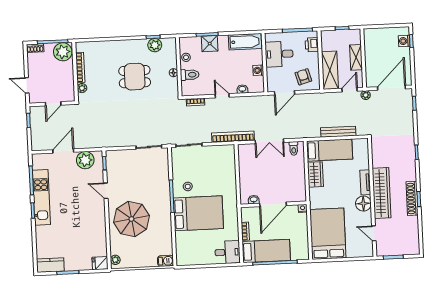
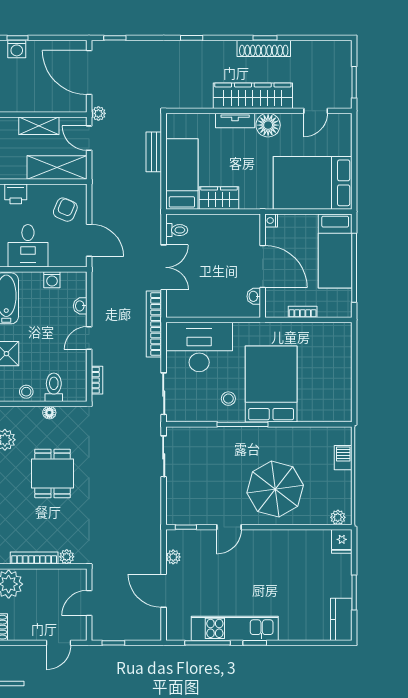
armchair: (303, 77) -> (65, 210), turned 129
door: (53, 104) -> (89, 603), swing flipped
bench: (338, 132) -> (154, 152), width x0.73
plant: (85, 160) -> (173, 557), width x0.53, depth x0.53
bed: (266, 251) -> (335, 251), moved, turned 180
desk: (227, 252) -> (199, 347), moved, width x1.87, depth x1.30
barbecue: (165, 261) -> (343, 458), moved

